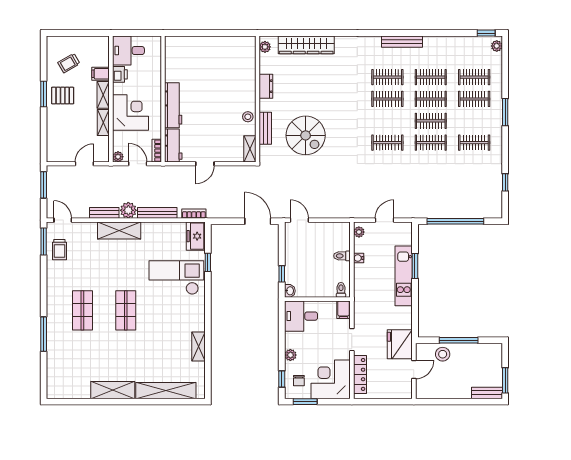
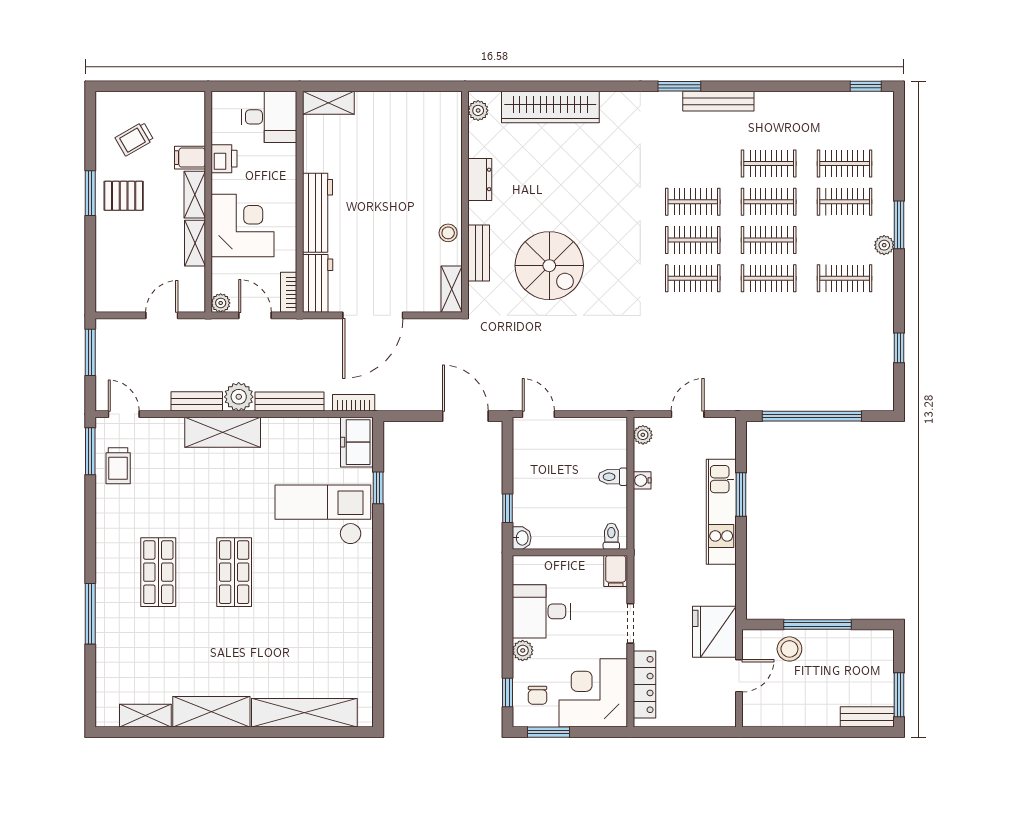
window: (380, 33) -> (679, 86), added
shelving: (179, 43) -> (328, 103), added
plant: (497, 46) -> (884, 245), moved
desk: (128, 51) -> (269, 117), moved, turned 180
clothes rail: (387, 77) -> (693, 240), moved
door: (205, 164) -> (373, 315), width x1.87
desk: (301, 316) -> (541, 611), moved
shelving: (198, 347) -> (145, 716), moved, turned 90

